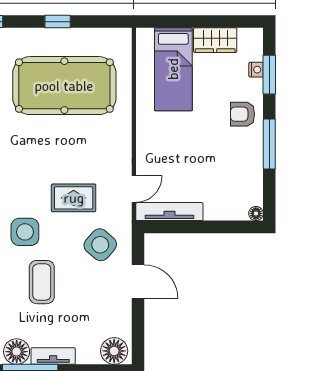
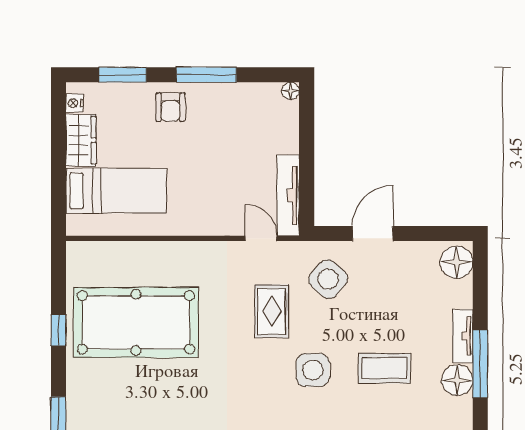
nightstand: (256, 70) -> (75, 103), moved, turned -90
pool table: (64, 86) -> (136, 322), turned 90
coffee table: (42, 282) -> (384, 368), moved

